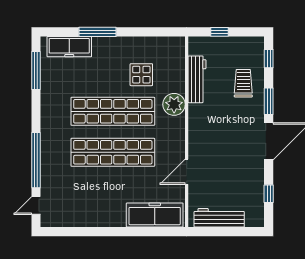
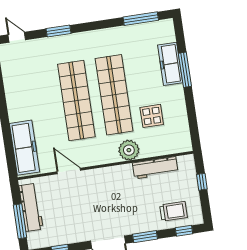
freezer: (69, 47) -> (170, 64), moved
trolley: (243, 83) -> (173, 211), moved
window: (36, 160) -> (58, 31), width x0.47
window: (232, 232) -> (20, 221), added

